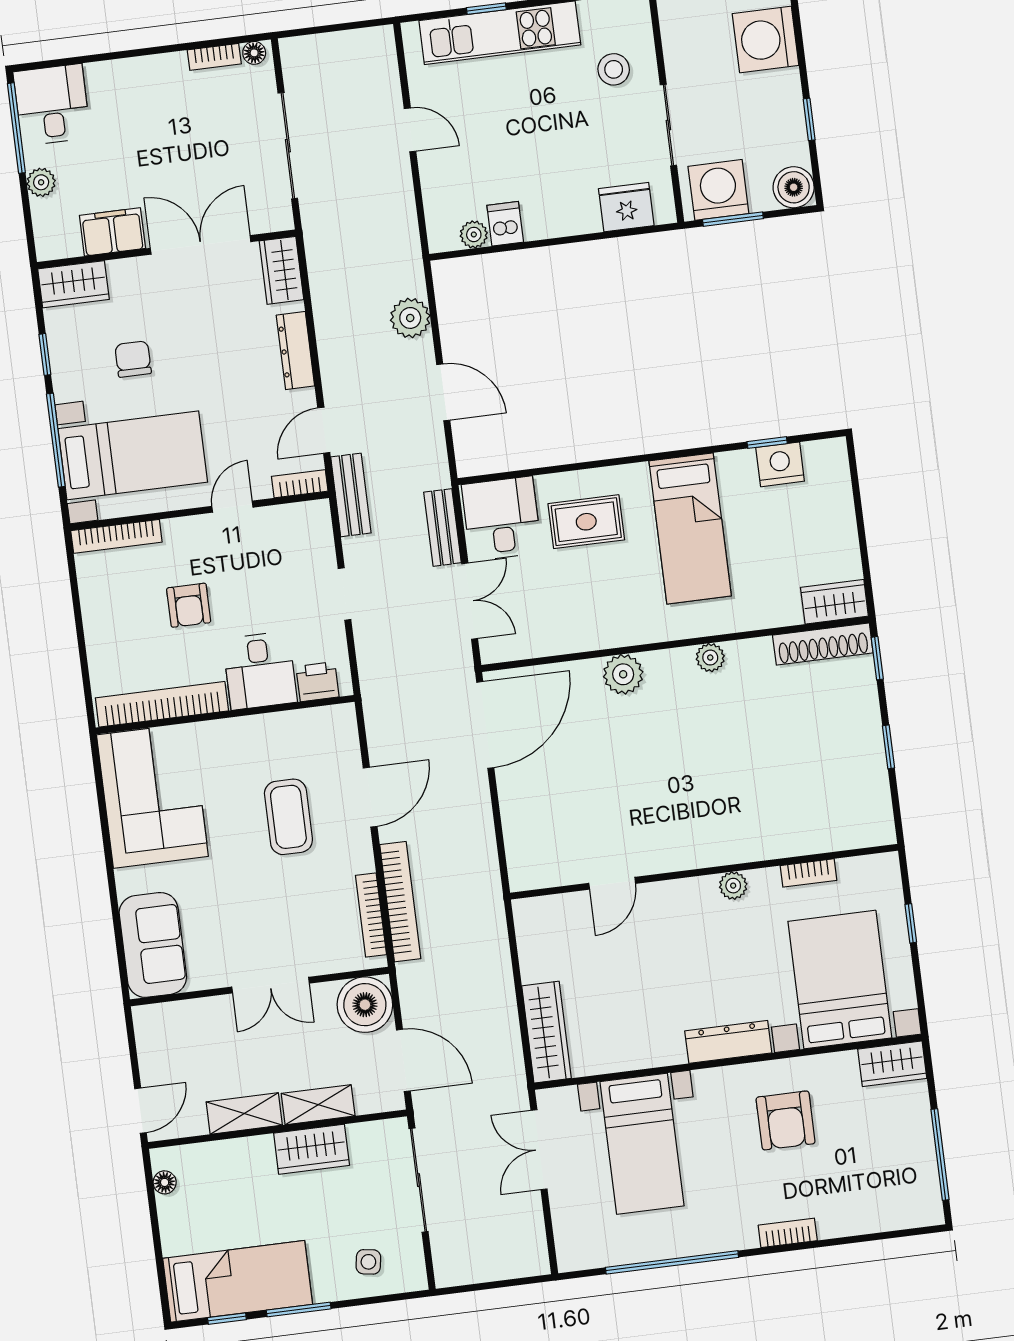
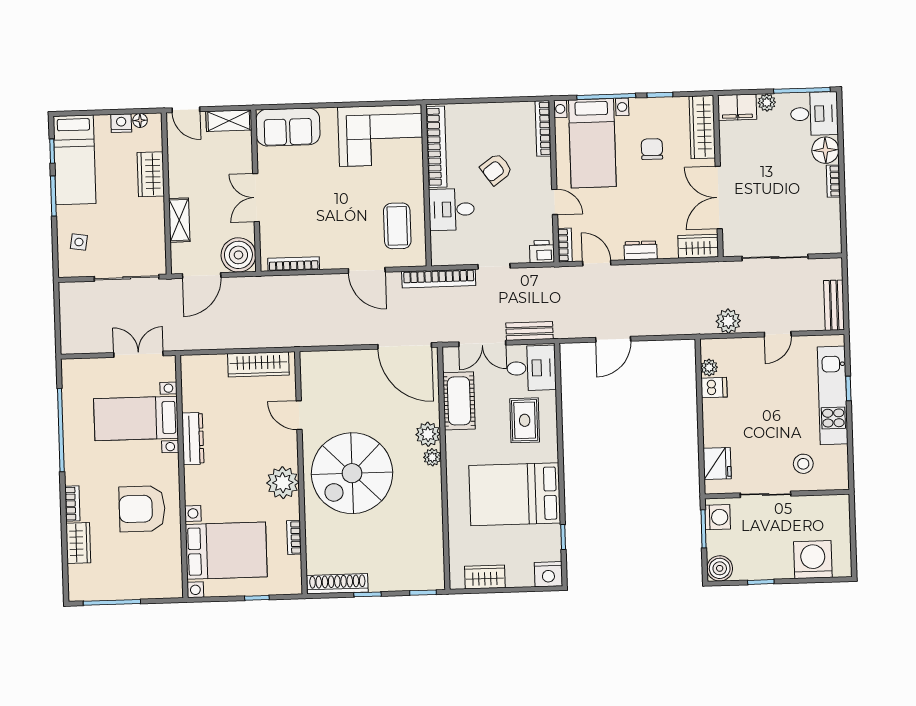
floor lamp: (254, 53) -> (825, 150), moved, width x1.89, depth x1.89
bookcase: (214, 57) -> (833, 181), moved
washing machine: (718, 190) -> (718, 517), width x0.73, depth x0.73
filing cabinet: (112, 232) -> (737, 107), moved, turned 90
double door: (201, 245) -> (719, 198), swing flipped
wardrobe: (73, 284) -> (702, 127), width x1.50
plant: (410, 318) -> (728, 321), moved
dresser: (295, 351) -> (641, 250), width x0.70
chair: (133, 359) -> (652, 149), turned -90
nightstand: (780, 464) -> (548, 574), moved, turned 90
bench: (351, 495) -> (834, 305), moved, turned 90
bed: (690, 528) -> (515, 494), width x1.50
wardrobe: (834, 602) -> (485, 577), moved, turned -90
armchair: (189, 605) -> (496, 169), turned -36
cot: (565, 630) -> (459, 401), added
shoe rack: (823, 644) -> (337, 584), moved, turned 90
plant: (710, 658) -> (432, 457), moved
printer: (317, 682) -> (542, 252), moved, turned -90
spiral stairs: (697, 790) -> (352, 473), added
coffee table: (288, 817) -> (397, 226), moved, turned 90
plant: (733, 886) -> (283, 483), width x1.88, depth x1.88
bookcase: (400, 902) -> (439, 279), moved
wardrobe: (547, 1032) -> (258, 364), moved
dresser: (728, 1042) -> (193, 439), moved
wardrobe: (892, 1064) -> (78, 543), moved, turned 180
shelving: (244, 1113) -> (229, 121), moved, turned 90
armchair: (786, 1120) -> (142, 509), width x1.36, depth x1.36
wardrobe: (312, 1149) -> (151, 174), moved
nightstand: (172, 1212) -> (121, 123), added

